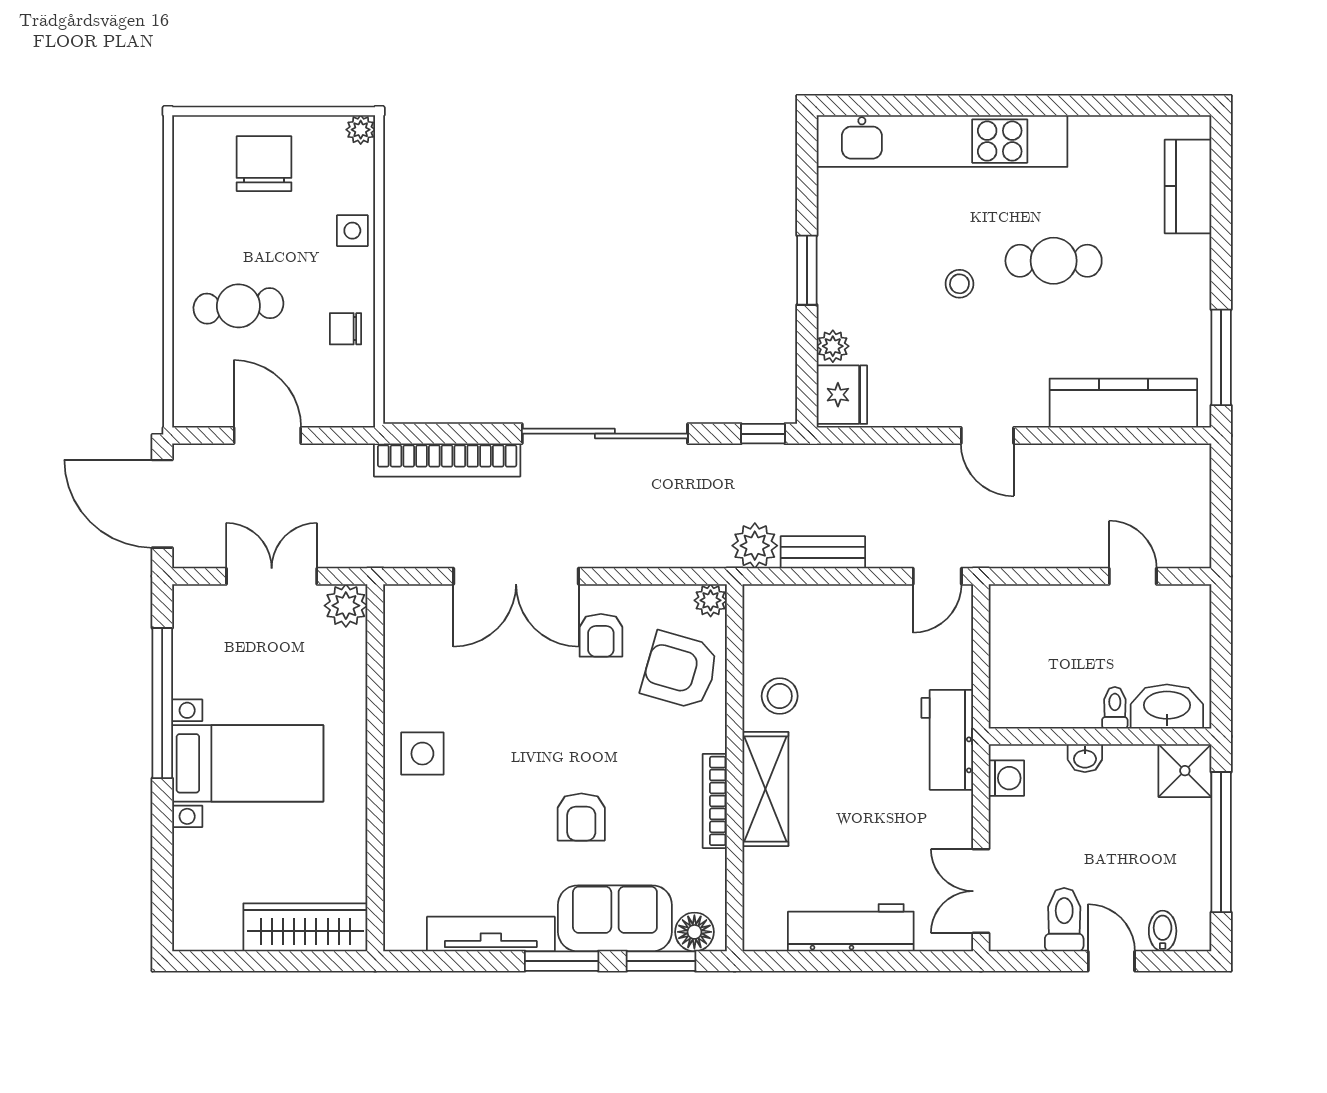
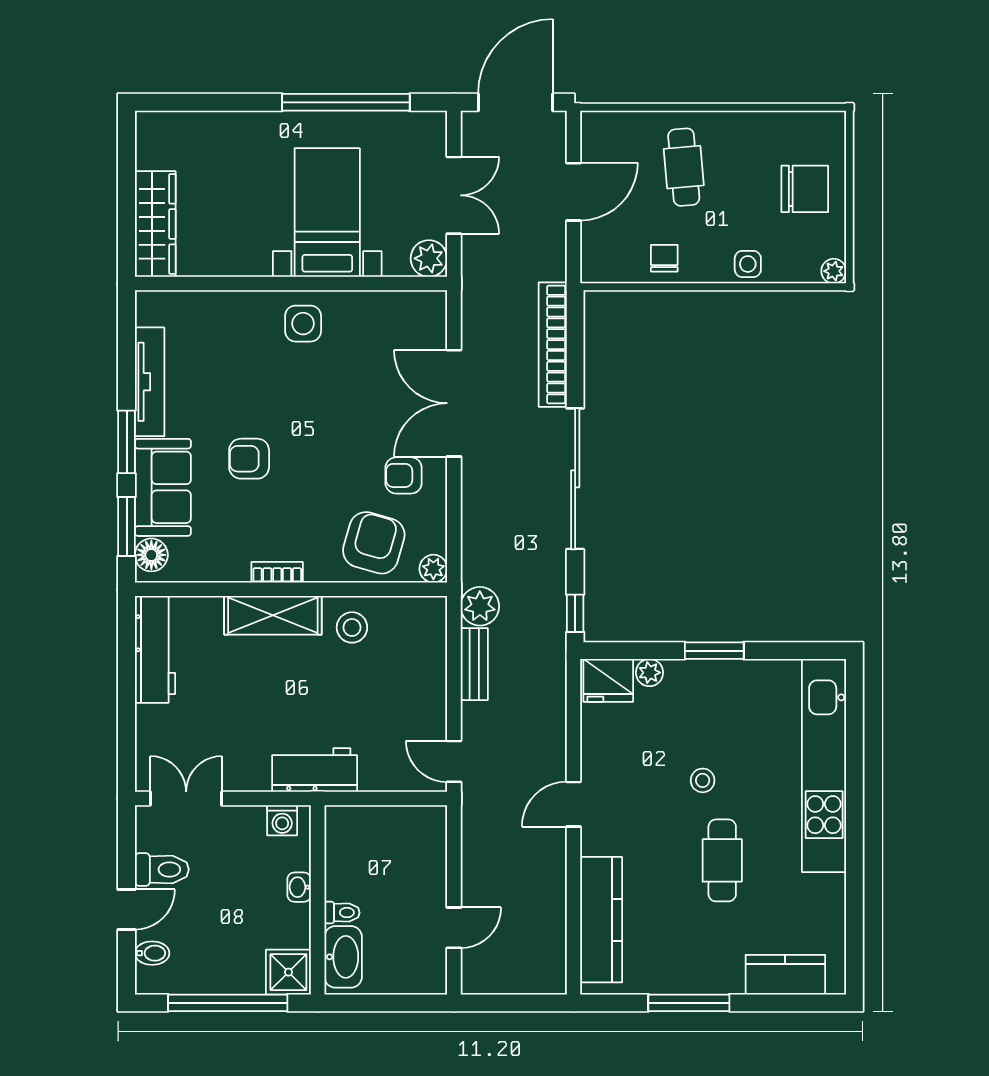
window: (1221, 357) -> (689, 1003), moved
bed with nightstands: (248, 763) -> (327, 212), moved, turned 180
bookcase: (715, 801) -> (277, 572), width x0.64
workbench: (851, 928) -> (155, 649), moved

